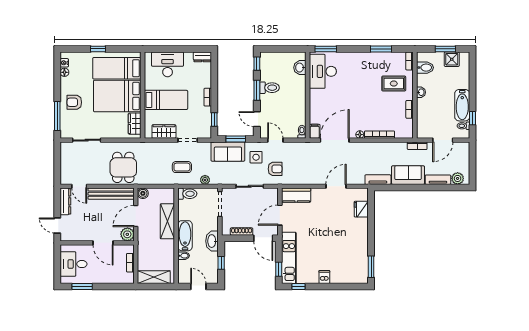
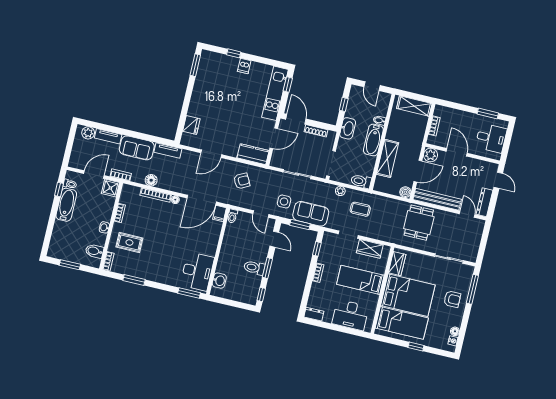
shower: (452, 59) -> (110, 188), moved
floor lamp: (387, 148) -> (151, 180), added
armchair: (275, 169) -> (242, 181), moved, turned 152
window: (299, 287) -> (234, 53), moved

